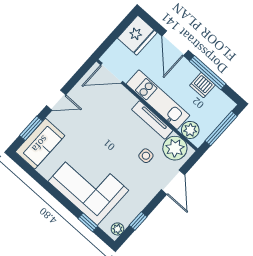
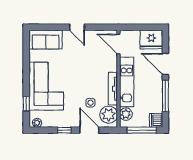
door: (175, 43) -> (165, 64), hinge flipped
dishwasher: (202, 85) -> (156, 120), moved
window: (31, 128) -> (50, 27), removed
door: (173, 182) -> (89, 130), swing flipped
window: (138, 221) -> (64, 130), moved

